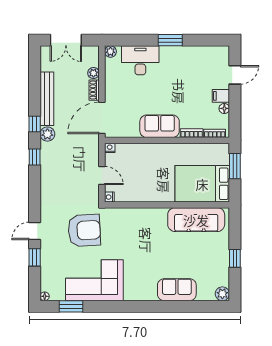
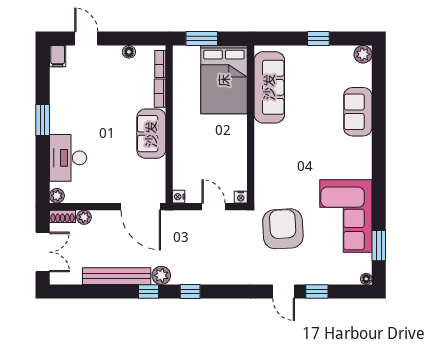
shoe rack: (94, 90) -> (63, 216), moved
filing cabinet: (221, 96) -> (58, 56), moved
door: (102, 175) -> (214, 207), hinge flipped

